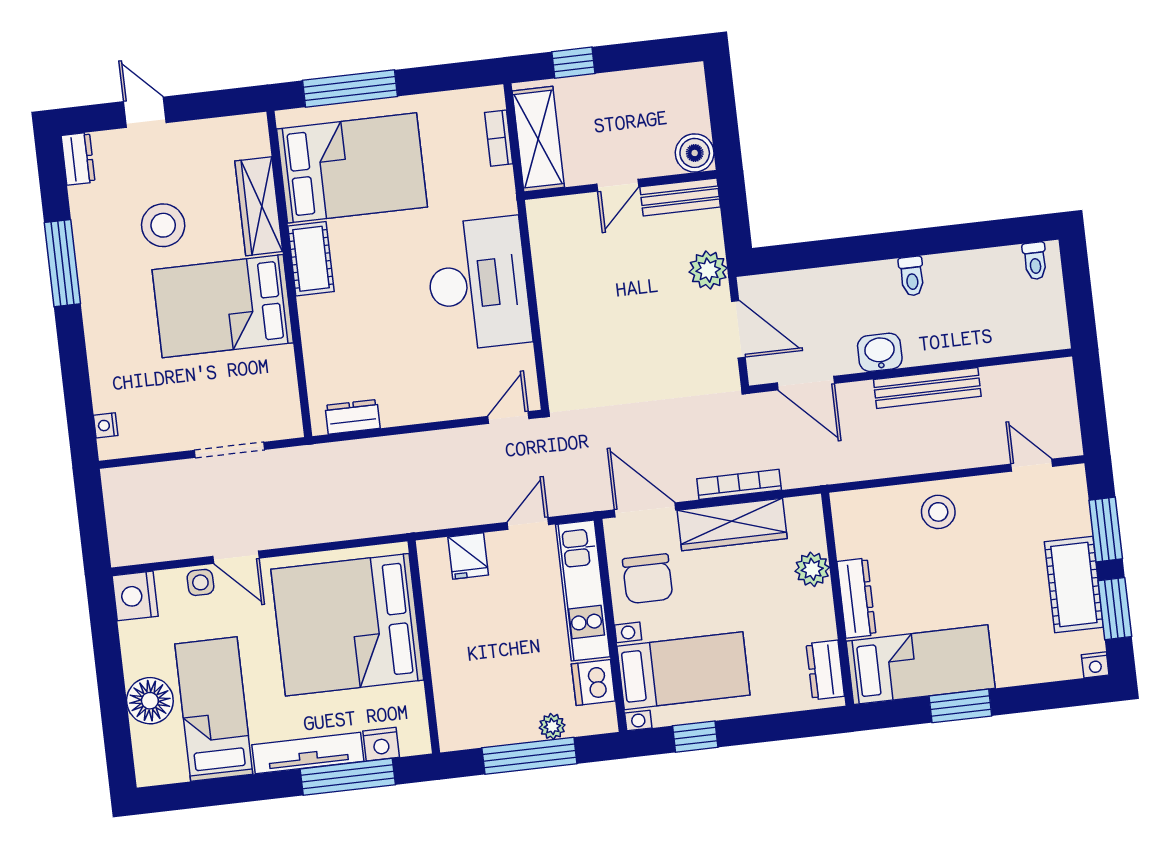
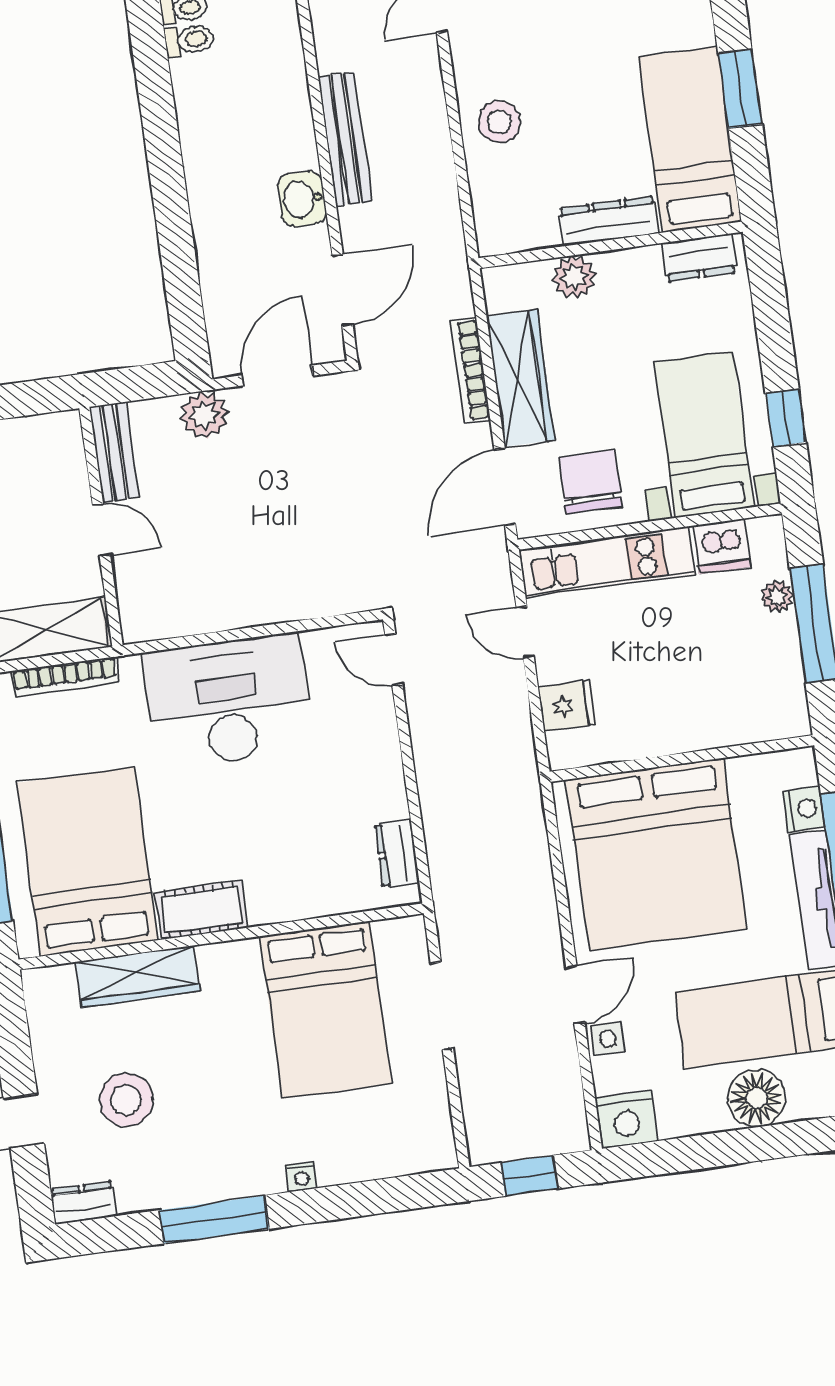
bookcase: (499, 138) -> (65, 677), width x1.56
boiler: (695, 153) -> (59, 435), removed
stool: (163, 225) -> (126, 1100), moved
toilet: (912, 276) -> (189, 40), moved
bed: (223, 306) -> (326, 1010), moved
nightstand: (106, 425) -> (302, 1177), moved
window: (92, 517) -> (529, 1176), added
chair: (648, 579) -> (591, 482), turned -90

